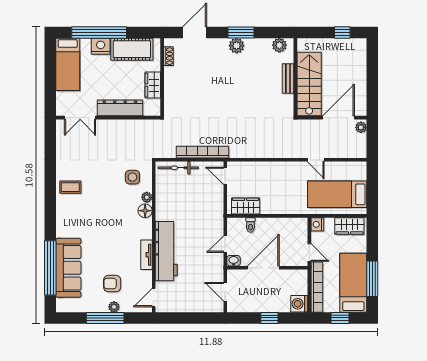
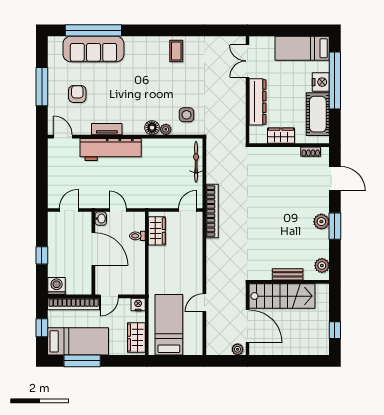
bookcase: (203, 152) -> (212, 211), moved
plant: (114, 307) -> (53, 96), removed

